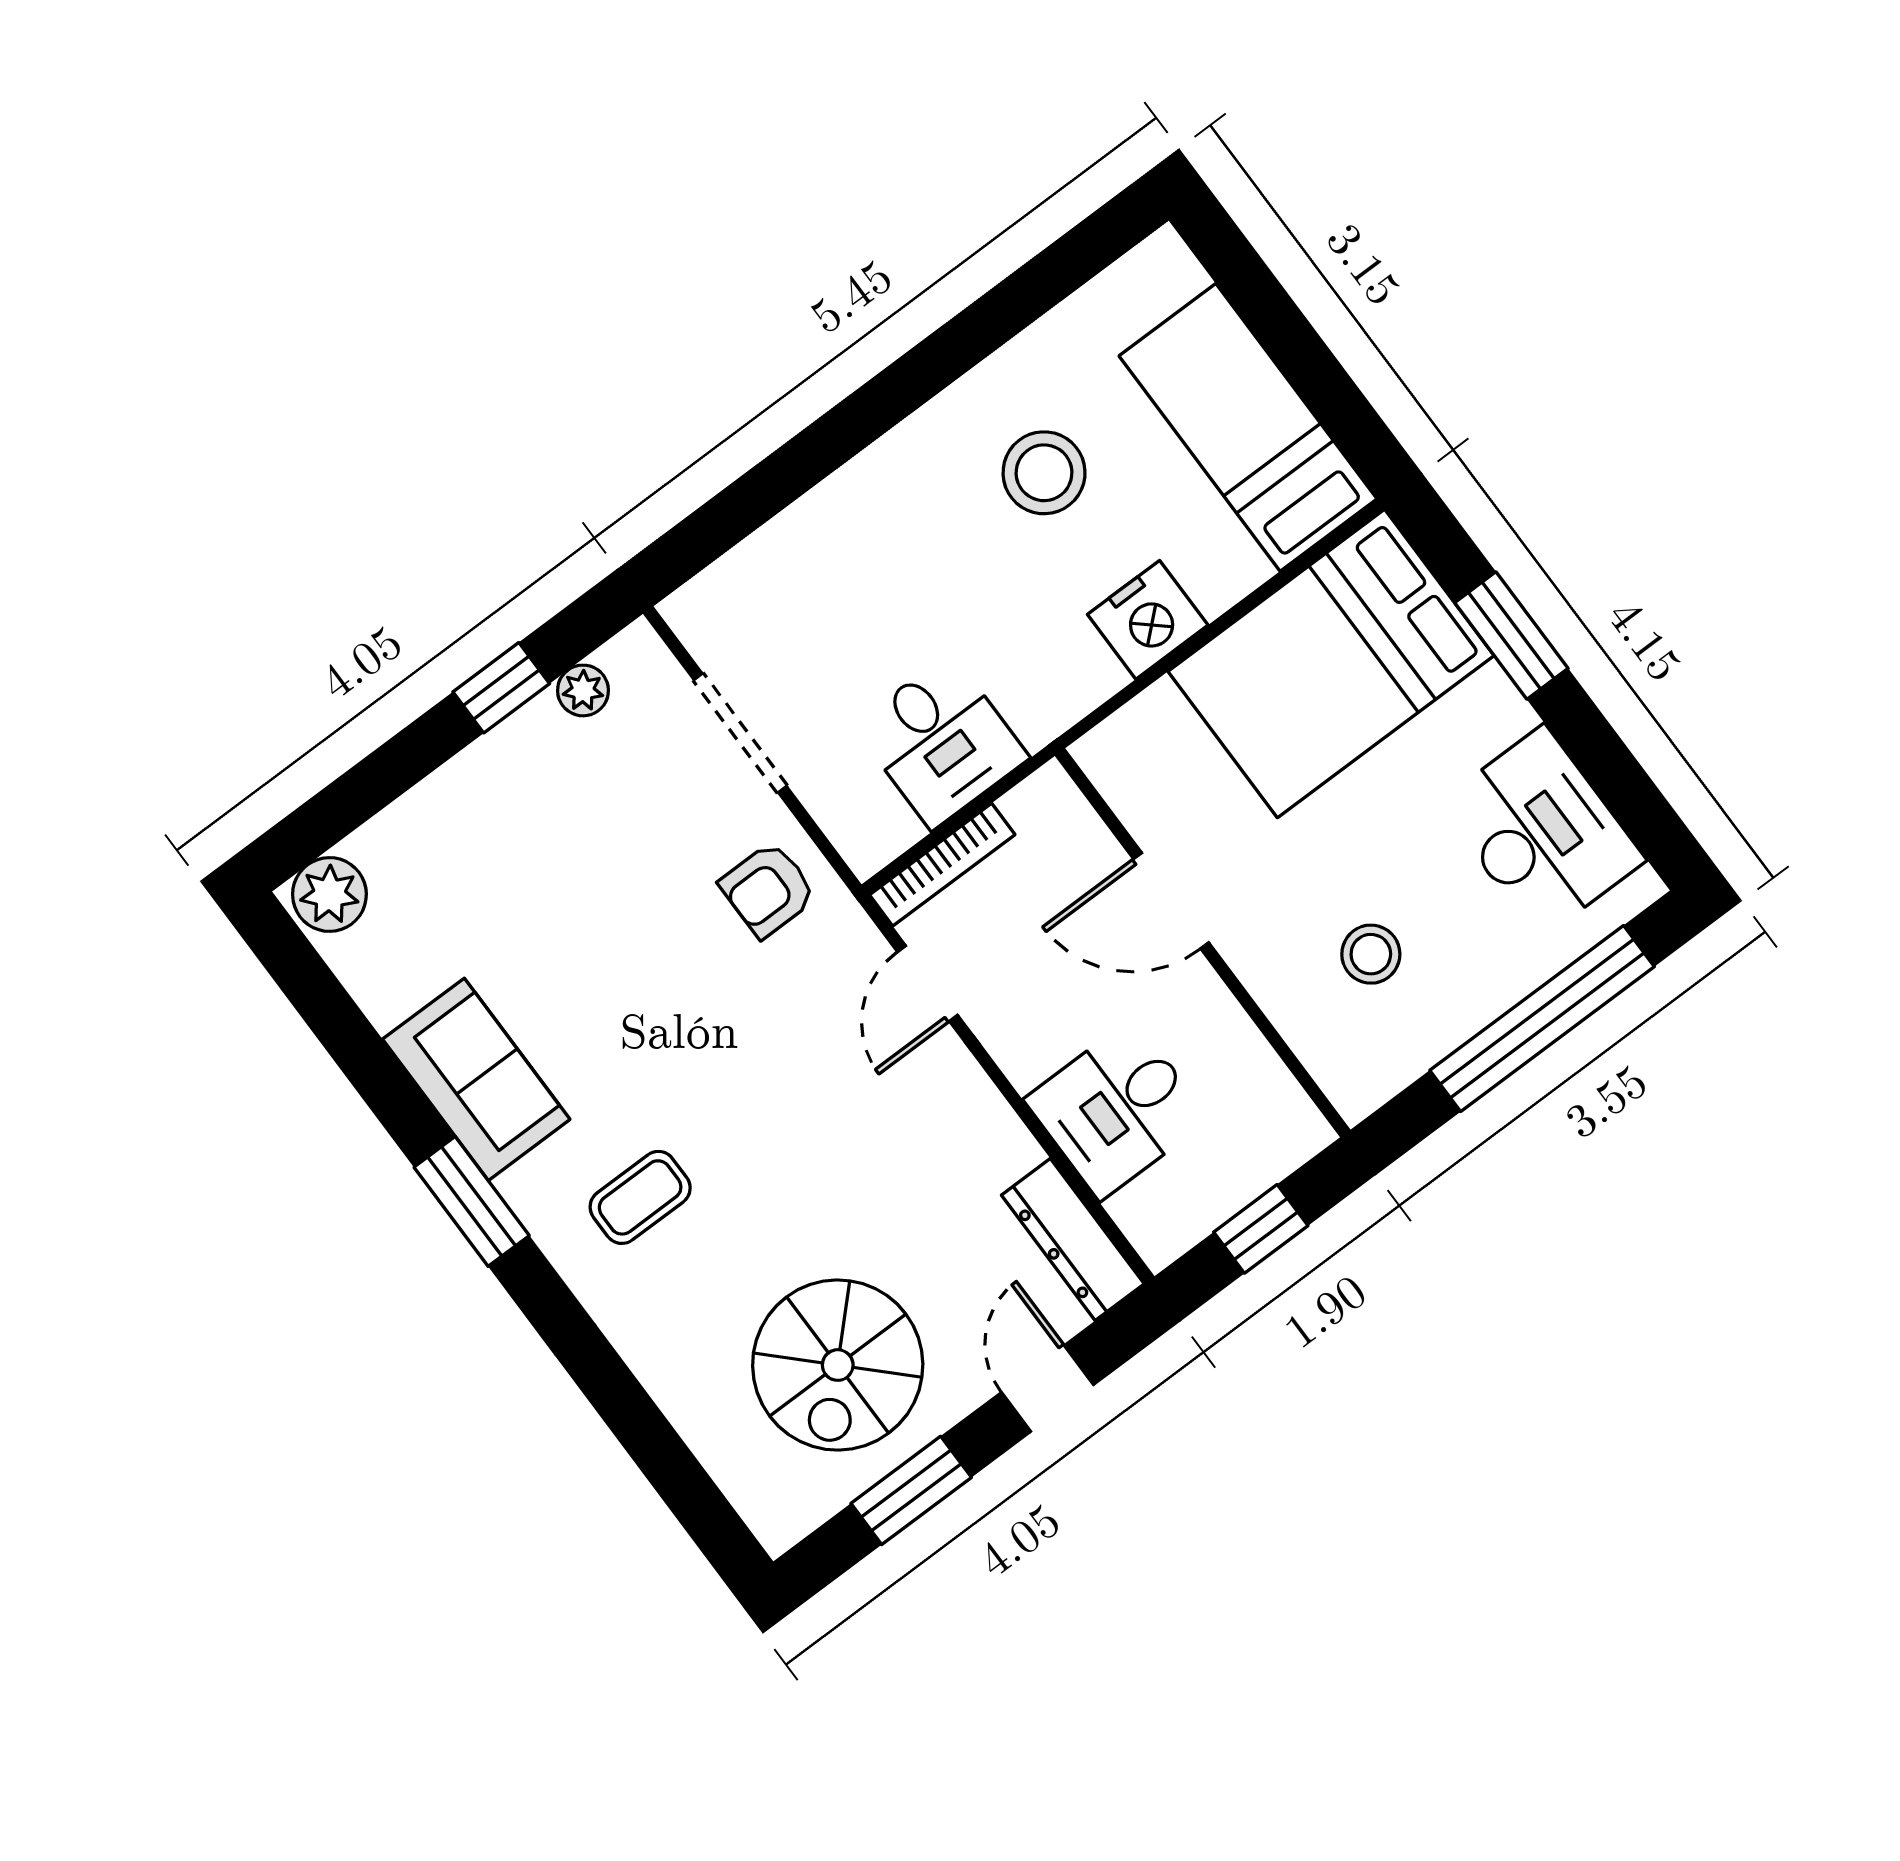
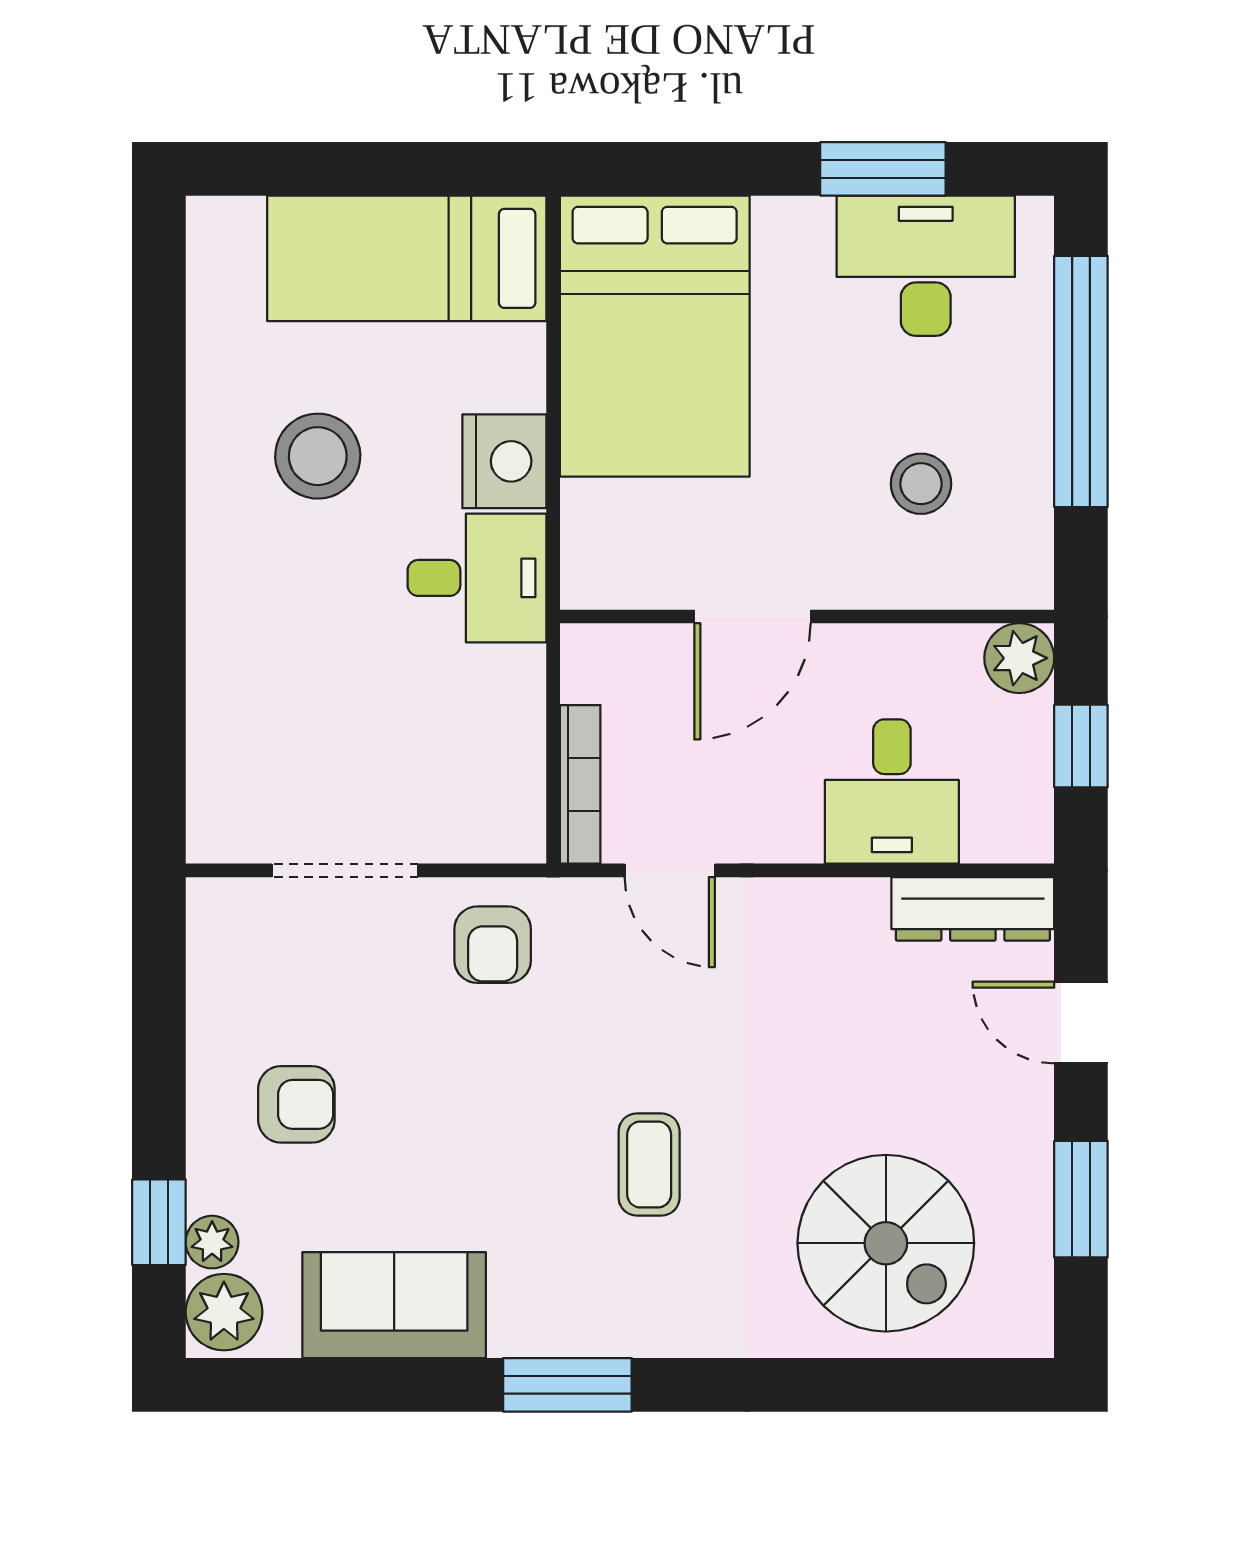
window: (1511, 636) -> (883, 169), moved
window: (501, 688) -> (159, 1222), moved
plant: (583, 690) -> (212, 1242), moved
desk: (941, 741) -> (477, 578), moved
armchair: (532, 830) -> (296, 1104), added
sofa: (476, 1079) -> (394, 1305), moved
plant: (1293, 1131) -> (1019, 658), added
coffee table: (640, 1197) -> (649, 1164), moved
spiral stairs: (838, 1365) -> (886, 1243), moved

